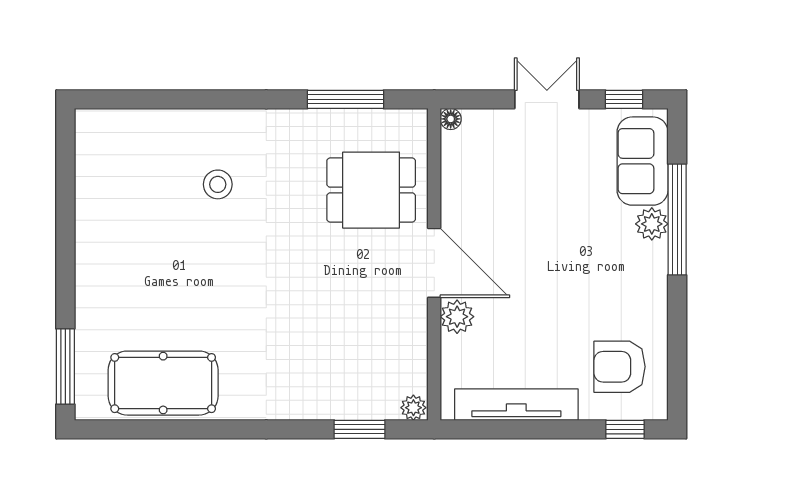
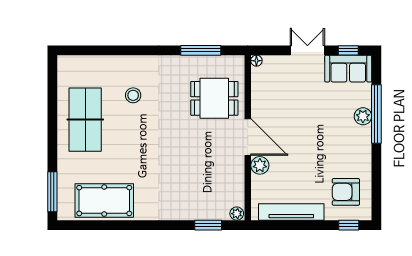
sofa: (643, 161) -> (348, 69), moved, turned -90
table tennis table: (127, 230) -> (85, 120), added

